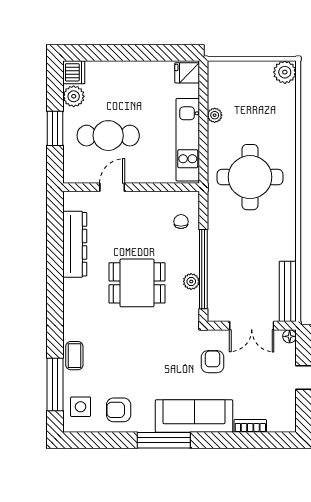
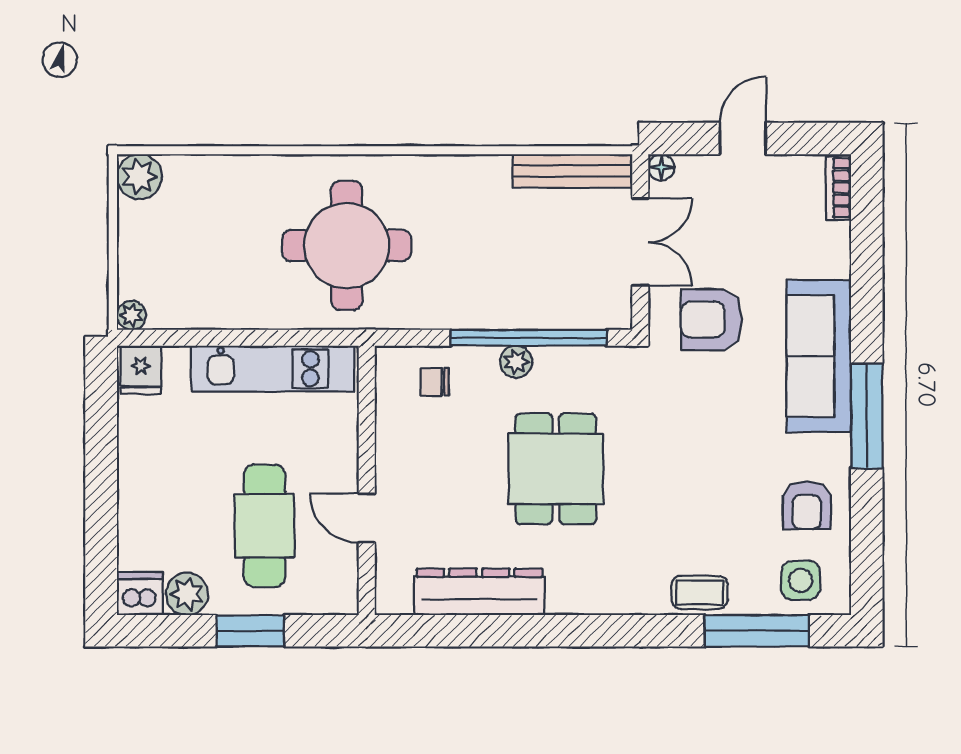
plant: (215, 115) -> (131, 315), moved
plant: (191, 281) -> (516, 362), moved
armchair: (213, 362) -> (711, 320), width x1.38, depth x1.38
bookcase: (250, 426) -> (838, 188), moved

